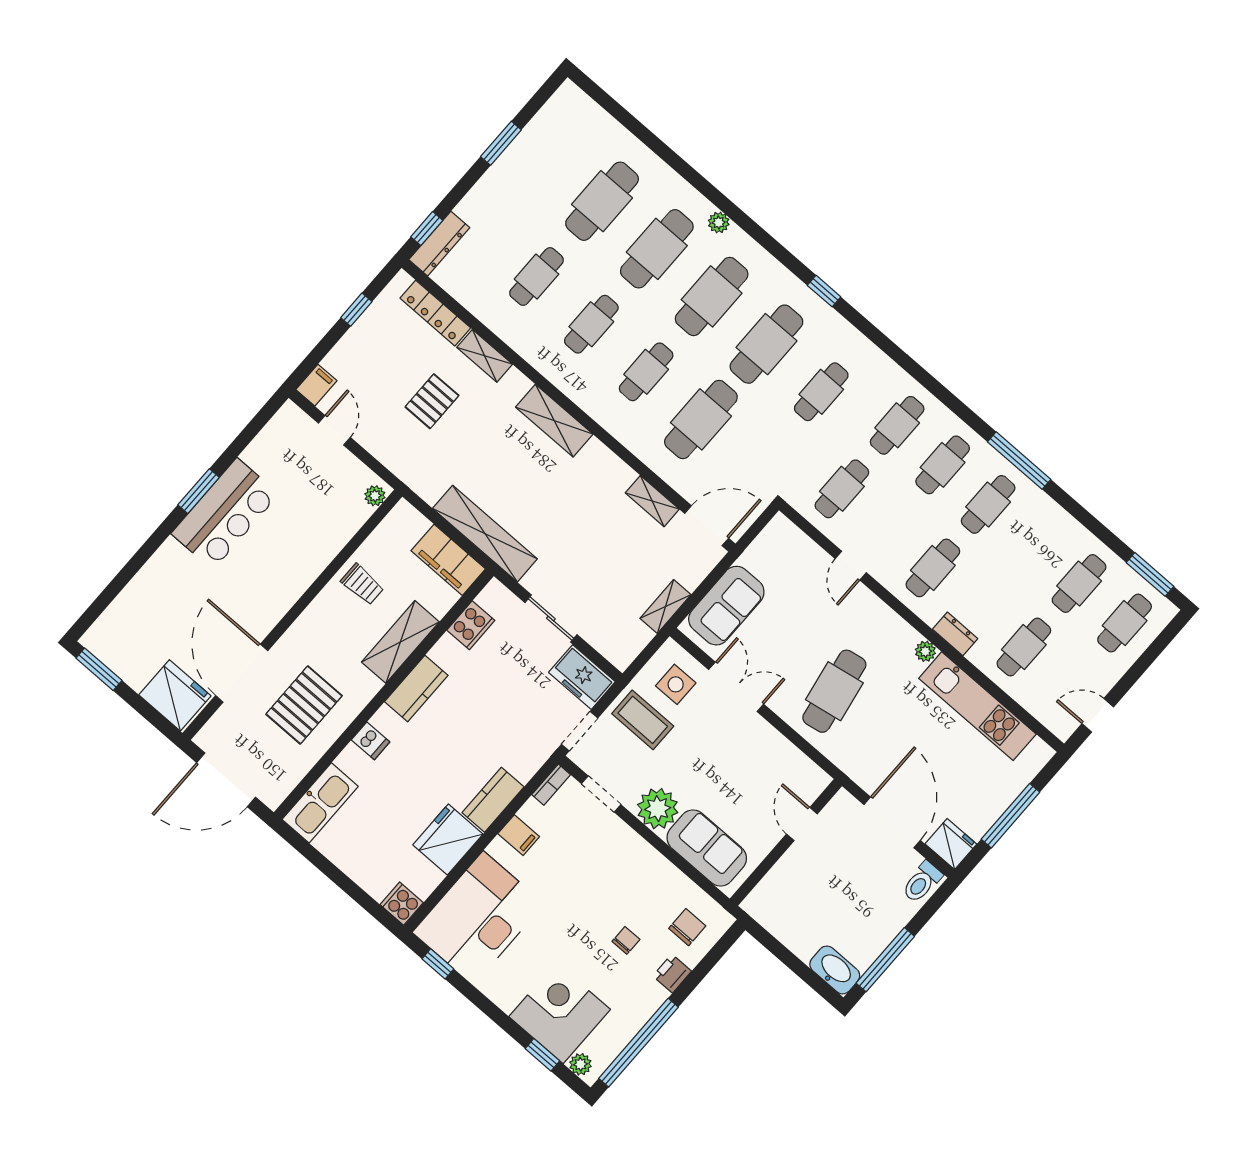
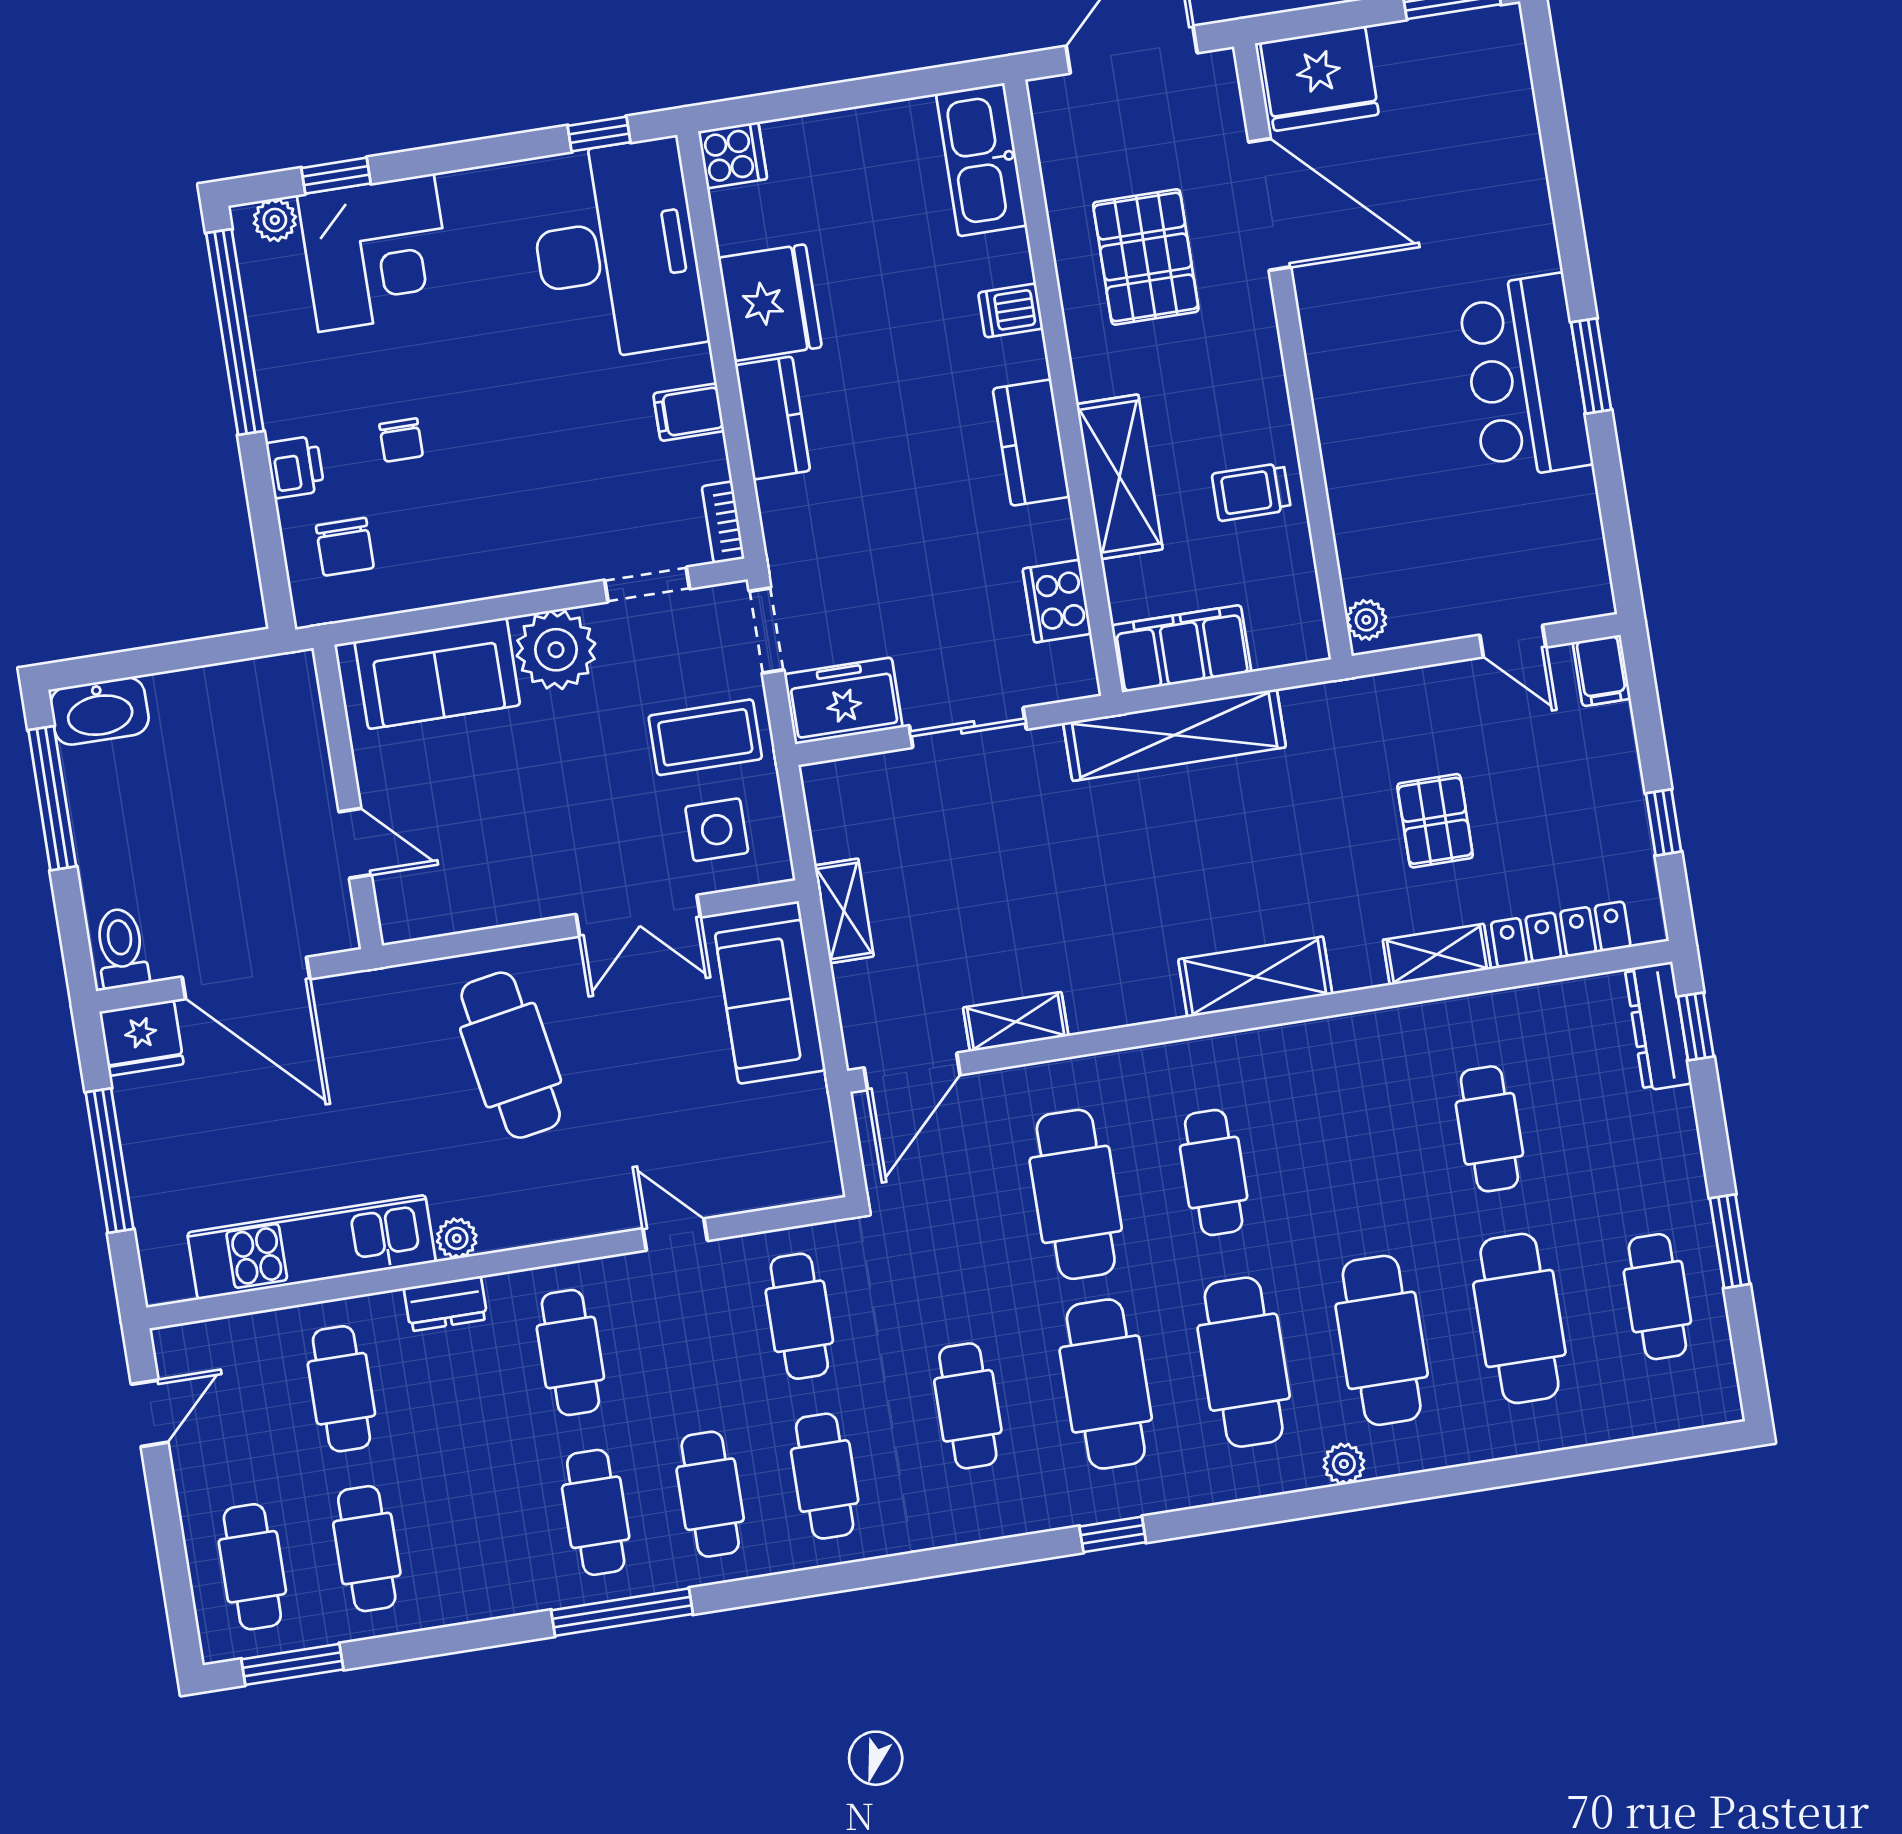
cafe table: (591, 324) -> (1657, 1297), moved

